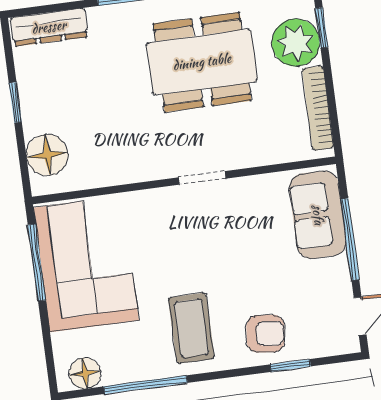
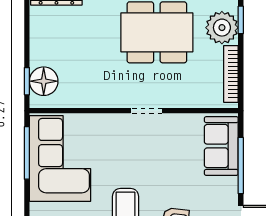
window: (15, 103) -> (27, 81), moved

